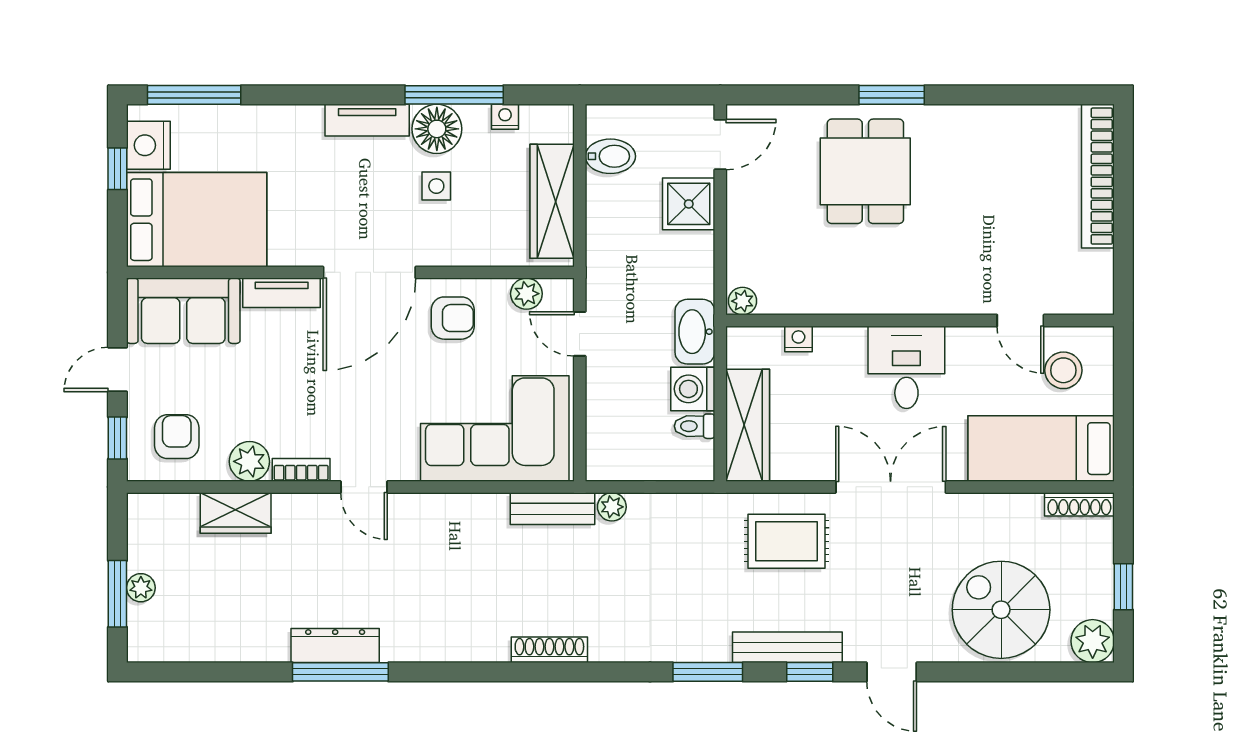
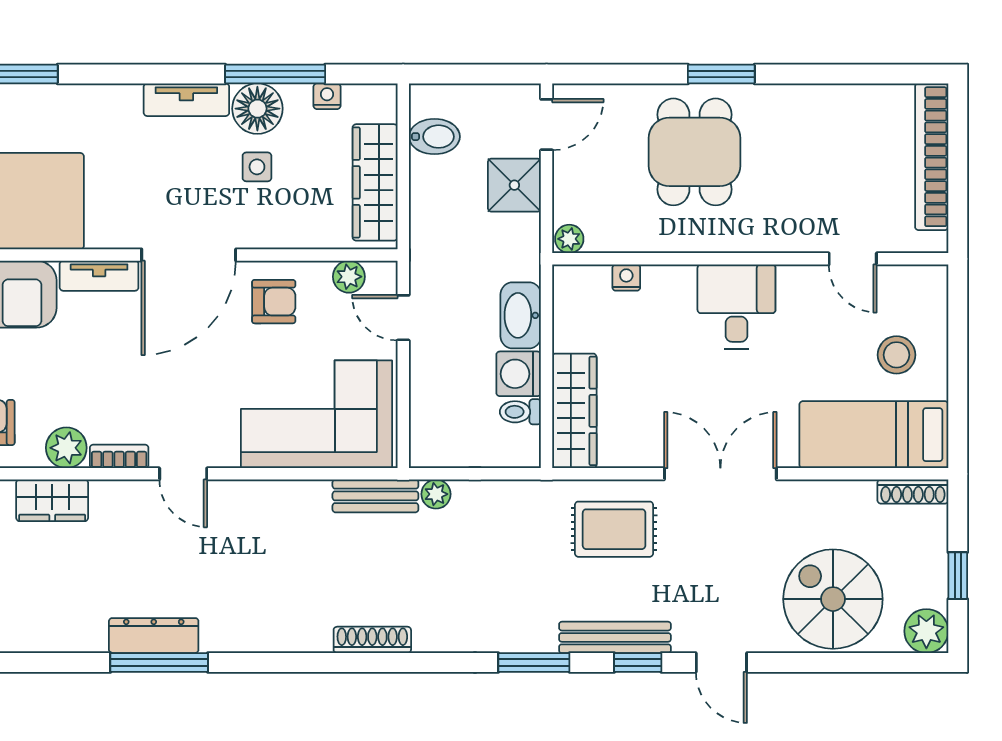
plant: (743, 301) -> (569, 239), moved
wall: (920, 321) -> (750, 259), moved
door: (1020, 321) -> (853, 259), moved
nightstand: (798, 339) -> (626, 278), moved
desk: (906, 367) -> (736, 307), moved

